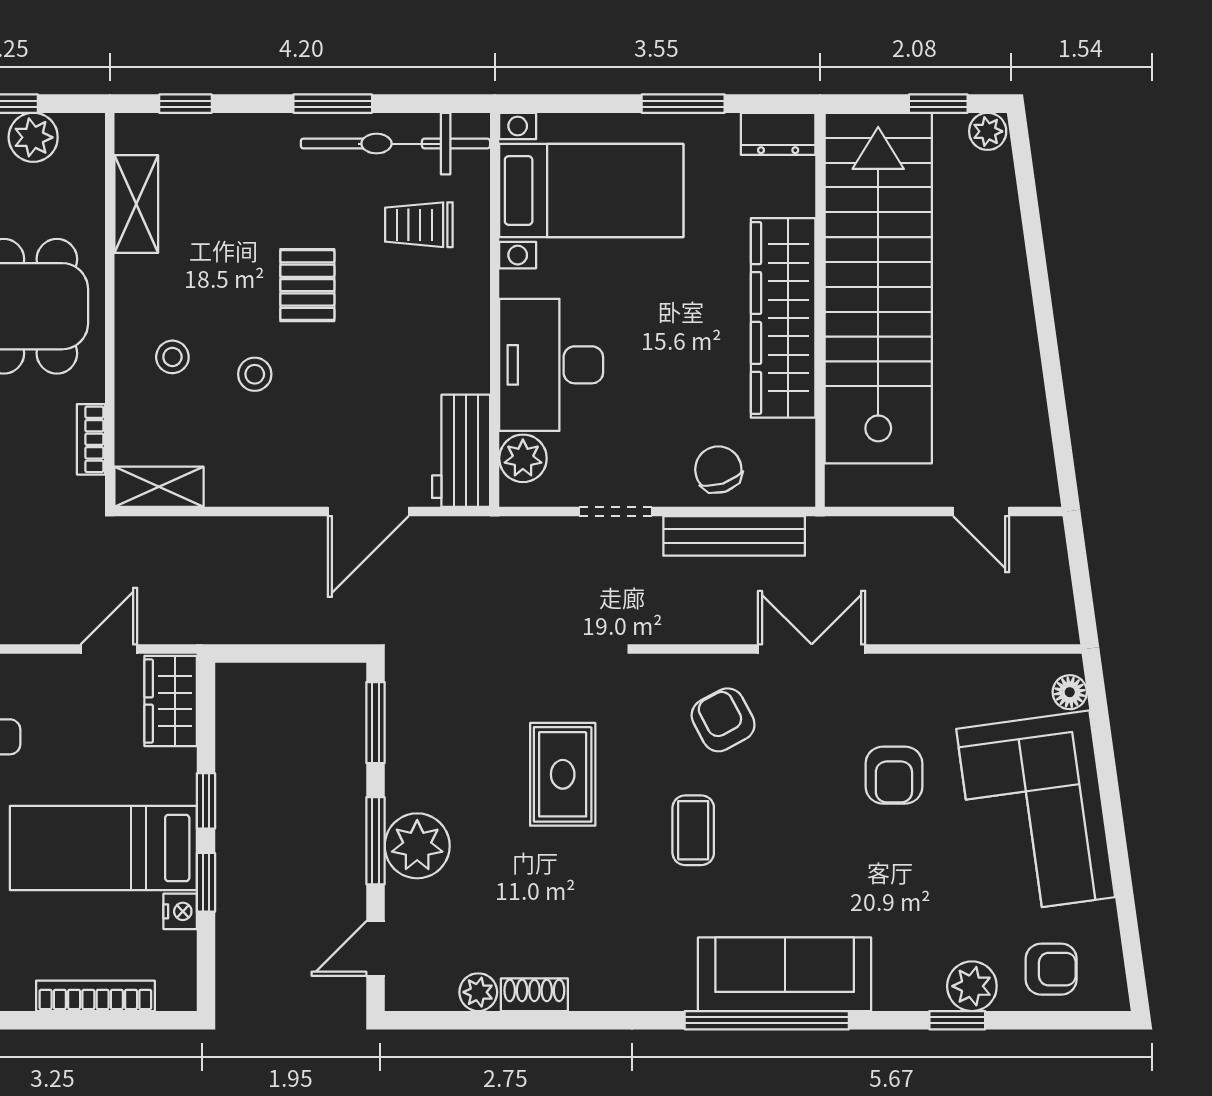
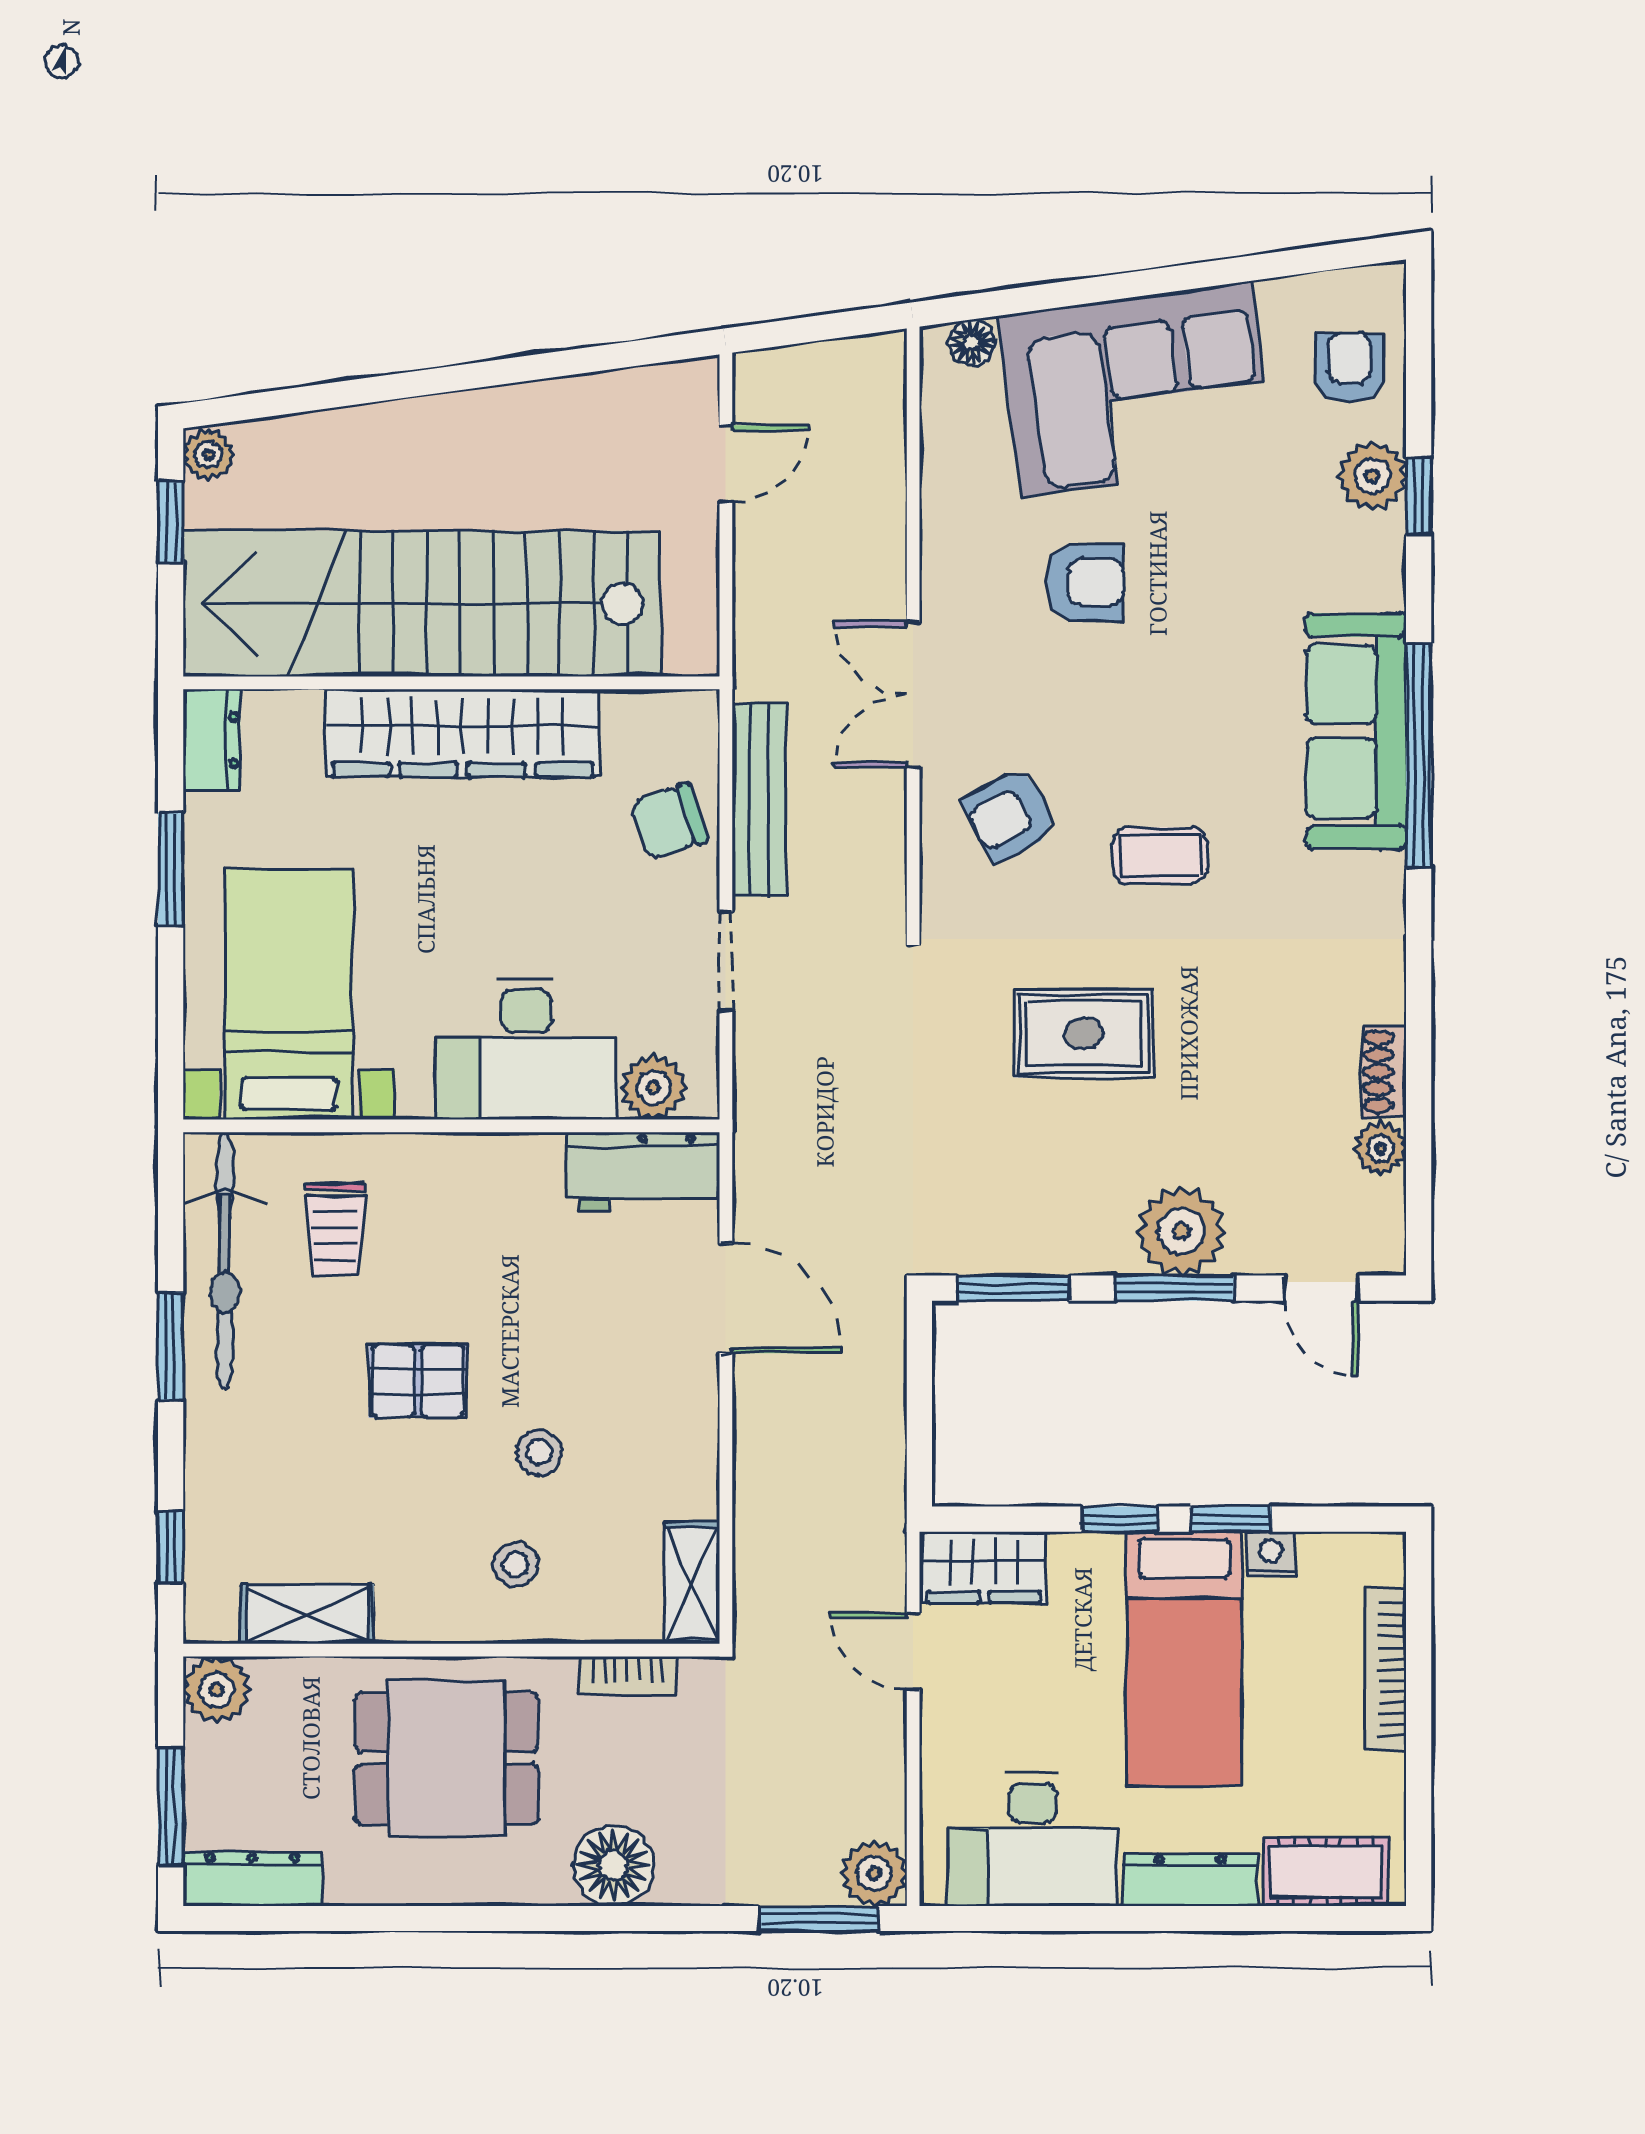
plant: (33, 137) -> (216, 1690), moved

